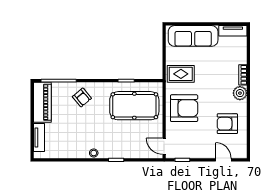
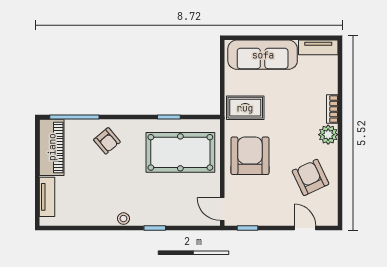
armchair: (184, 108) -> (250, 156), turned -90
armchair: (227, 124) -> (311, 177), turned 65

